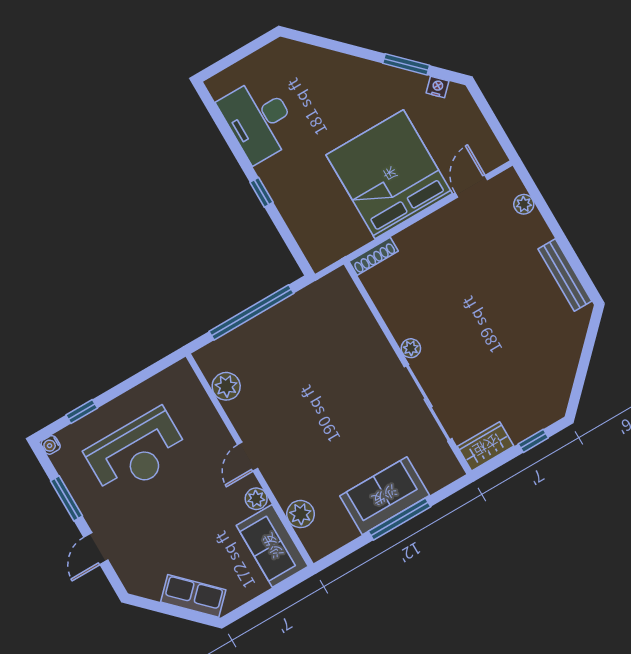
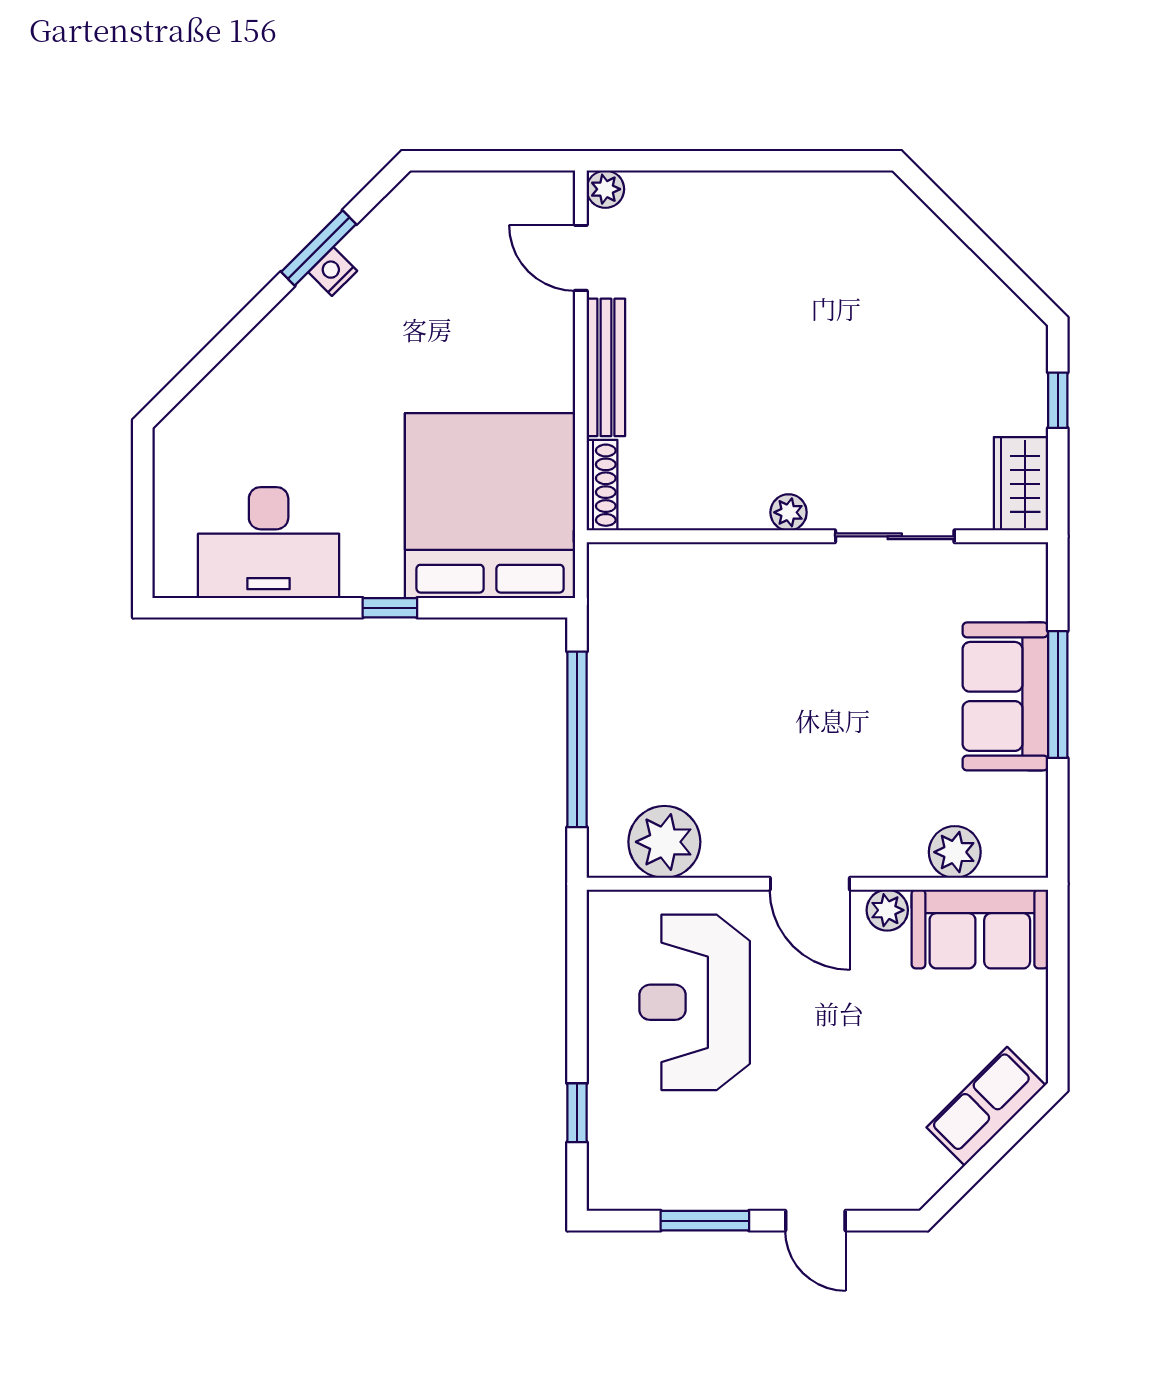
nightstand: (438, 87) -> (333, 271), moved
bed: (389, 174) -> (490, 506), moved, turned 90
plant: (524, 204) -> (605, 189), moved
bench: (565, 275) -> (606, 367), moved, turned 90
plant: (226, 386) -> (664, 842), width x1.36, depth x1.36
sliding door: (428, 403) -> (895, 536), width x0.73
water cooler: (51, 445) -> (602, 1195), removed
reception desk: (137, 453) -> (695, 1002), moved, turned 180
door: (248, 457) -> (810, 884), width x1.38

